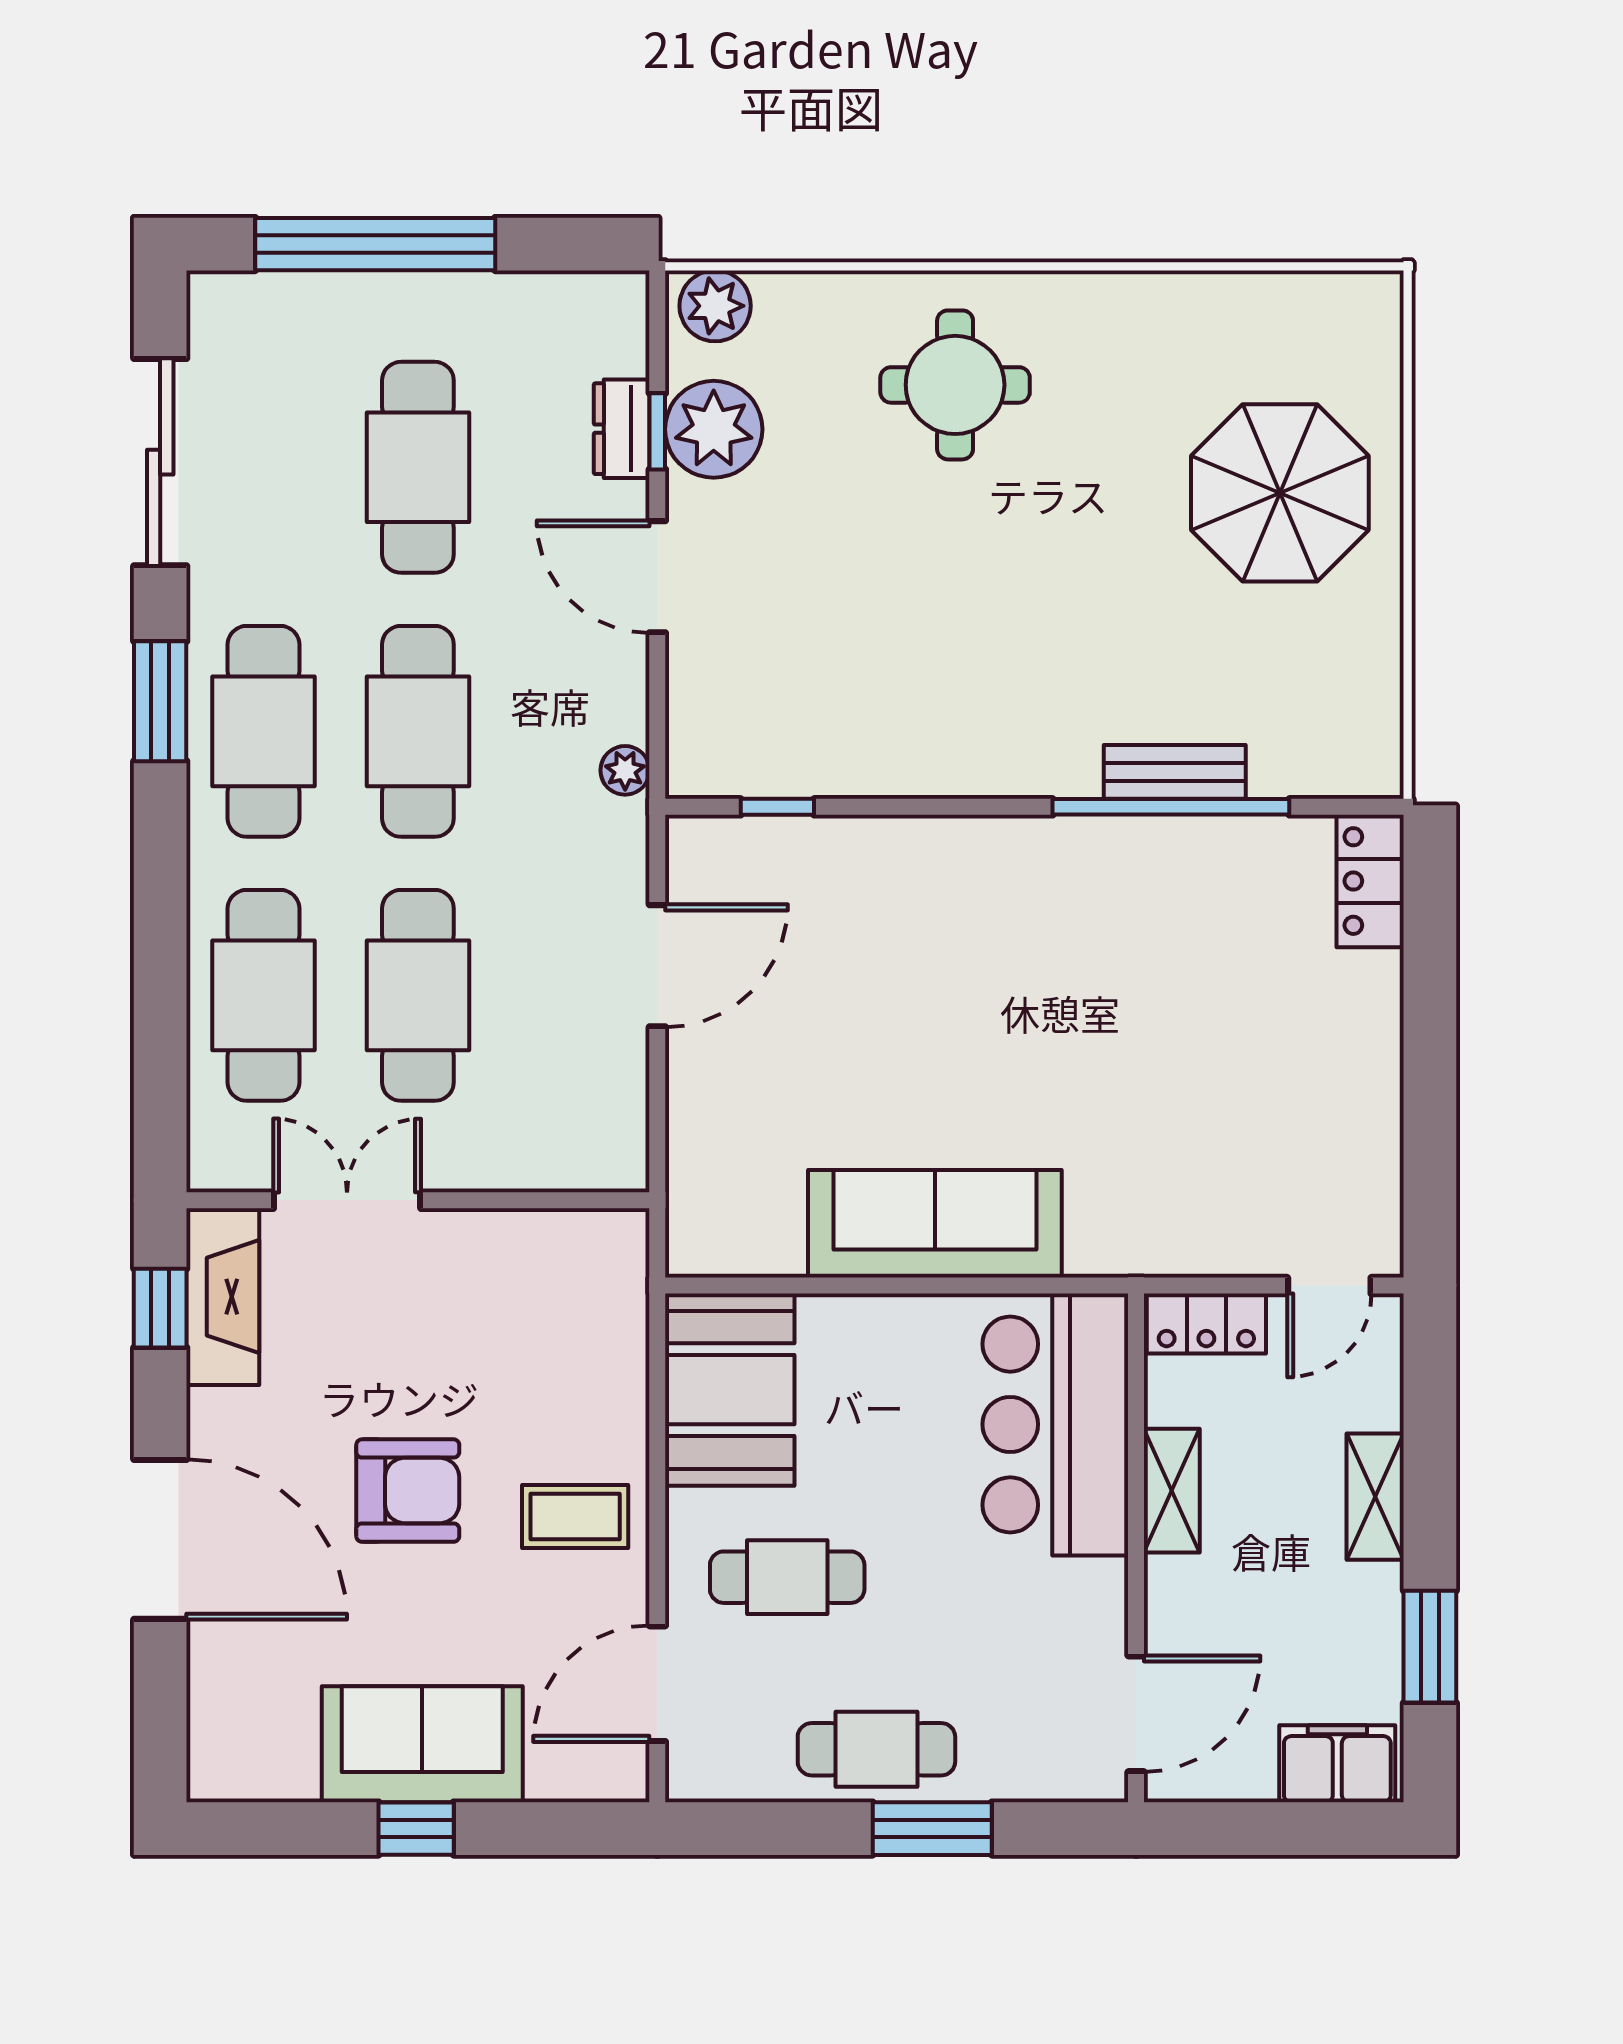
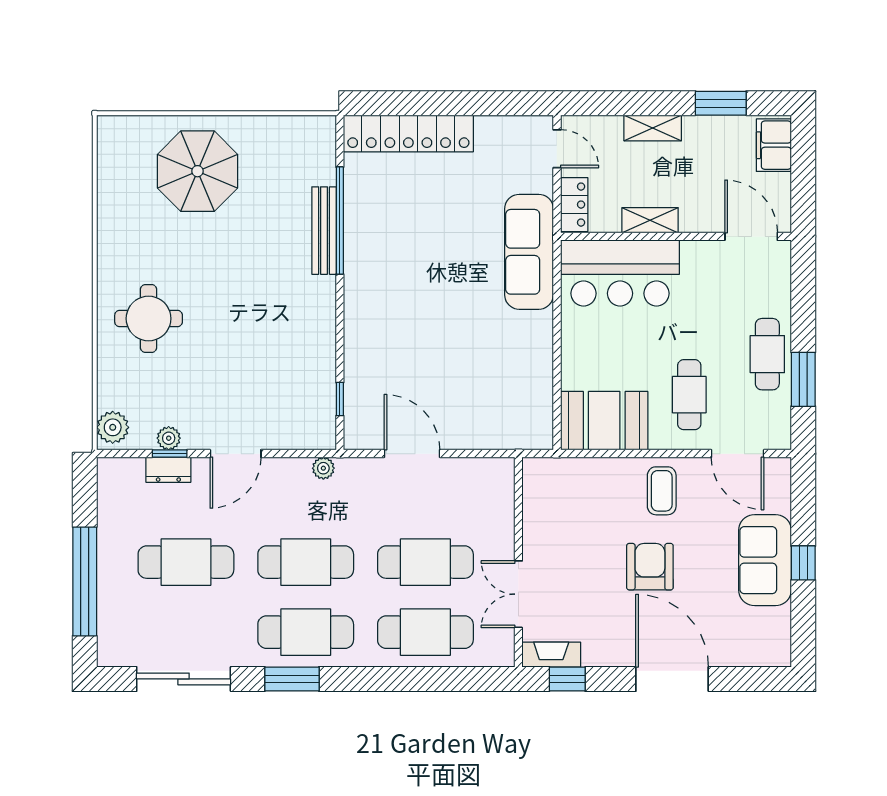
plant: (714, 429) -> (169, 438), width x0.53, depth x0.53
bench: (1175, 772) -> (324, 231), width x1.36
locker: (1370, 881) -> (408, 133), width x2.16, depth x1.21
sofa: (935, 1224) -> (529, 252), moved
fireplace: (223, 1297) -> (551, 655), width x0.73, depth x0.76
door: (160, 1539) -> (672, 679), hinge flipped
window: (932, 1829) -> (803, 379), moved

